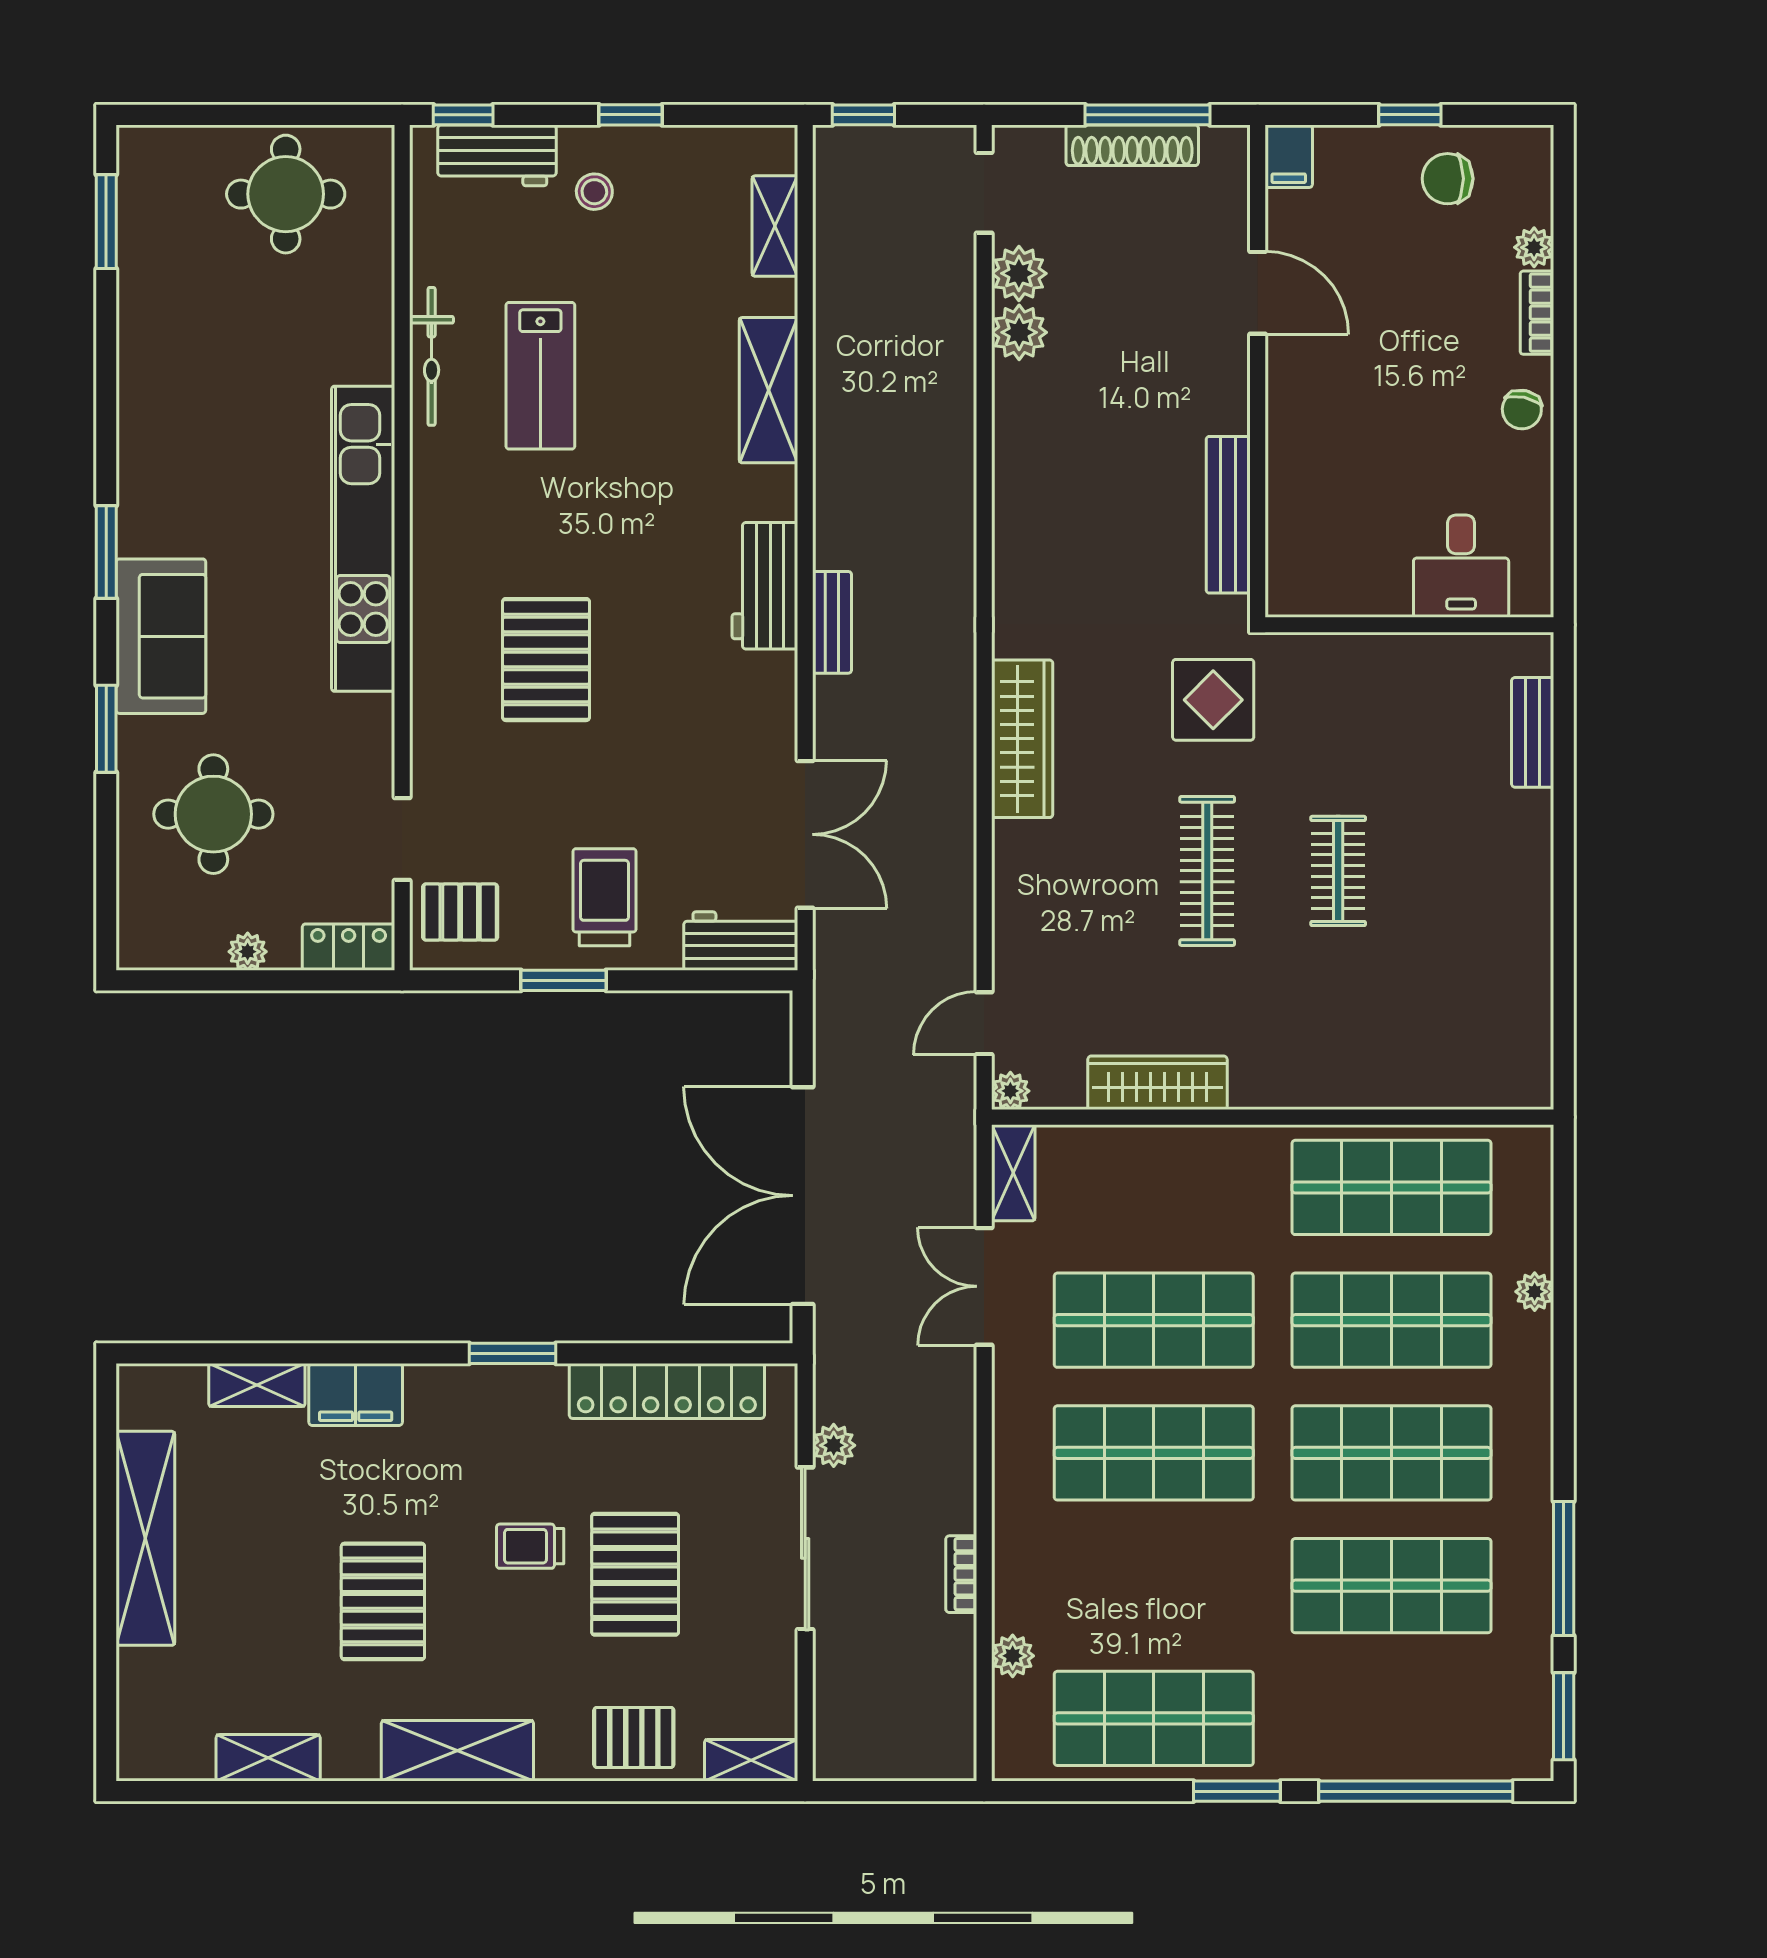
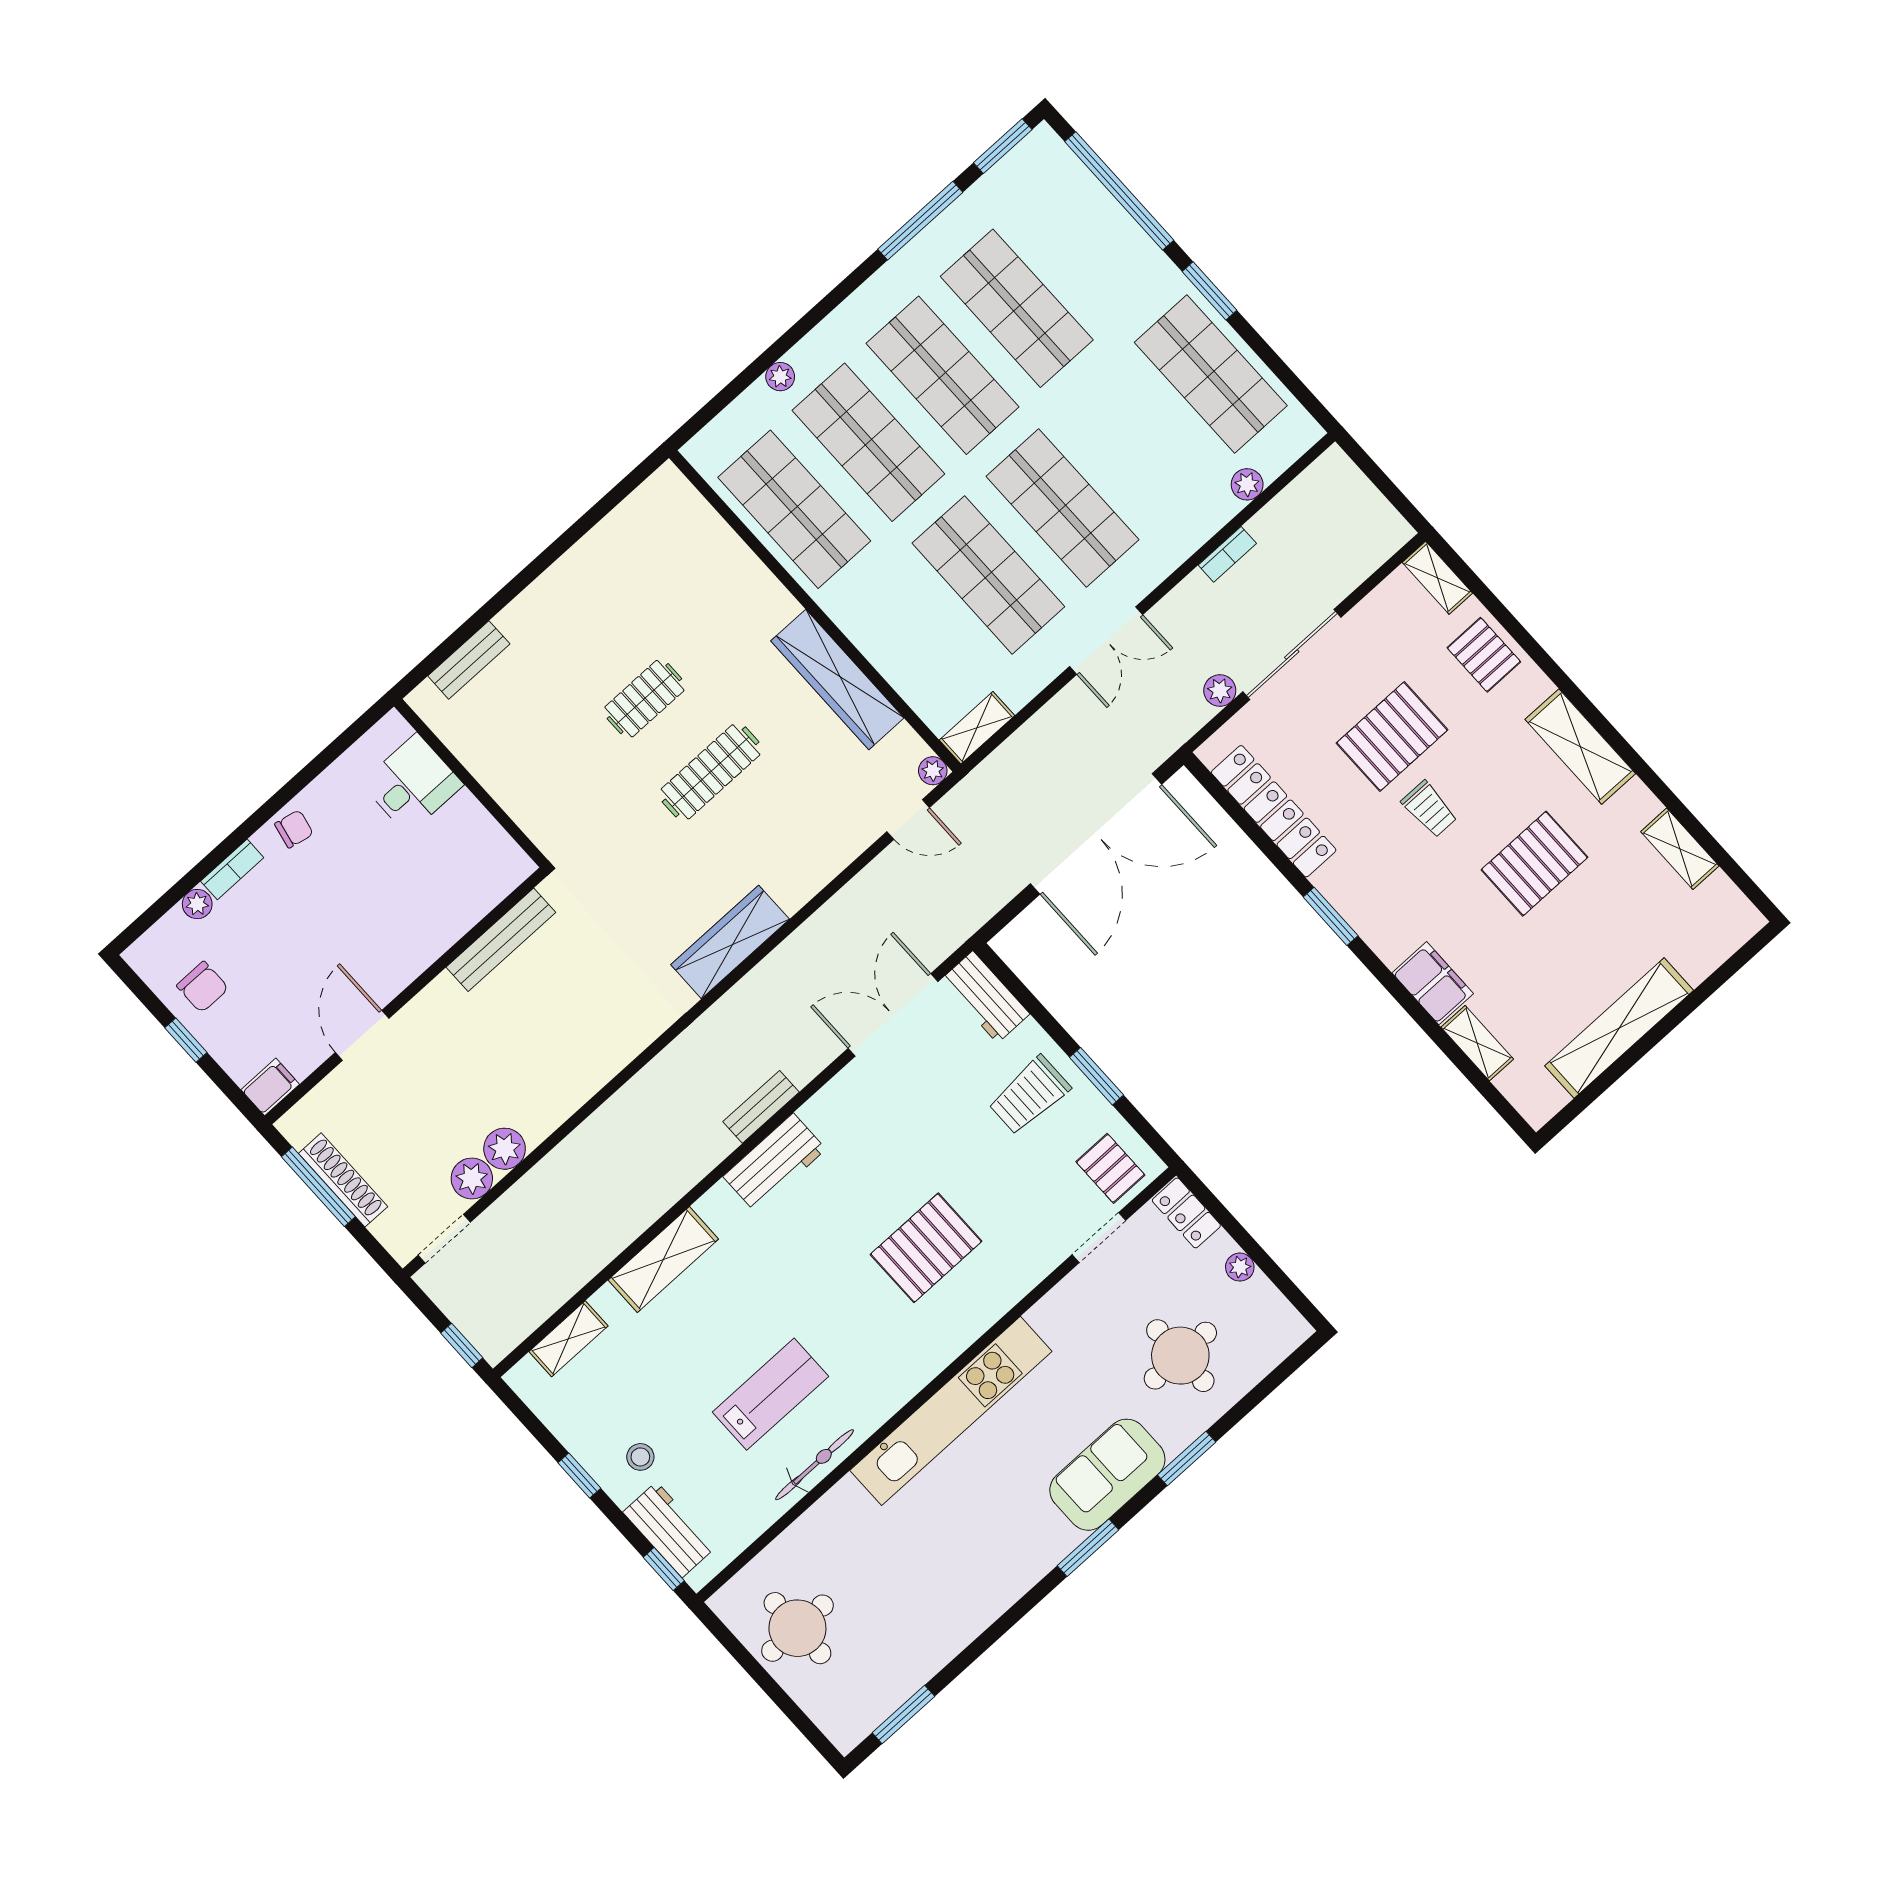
display table: (1213, 700) -> (612, 855), removed
wardrobe: (1157, 1083) -> (837, 679), width x1.40, depth x1.17
double door: (984, 1286) -> (1106, 641), moved

